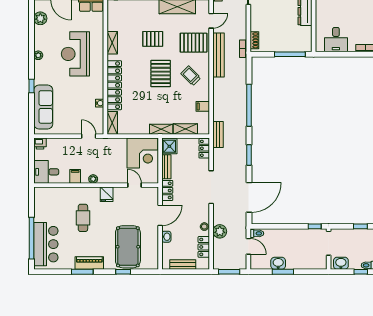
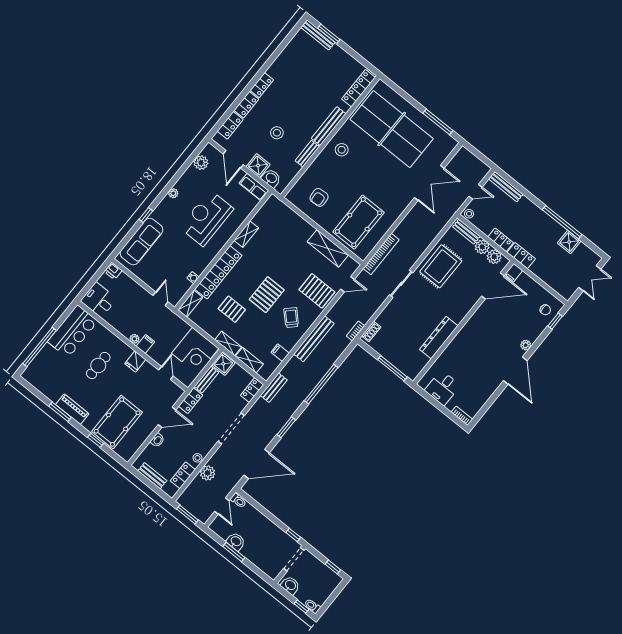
pallet: (153, 39) -> (232, 309), moved
bench: (219, 55) -> (314, 339), moved
filing cabinet: (75, 176) -> (145, 344), moved
bar counter: (46, 244) -> (73, 331), moved

